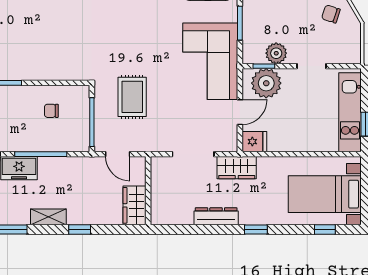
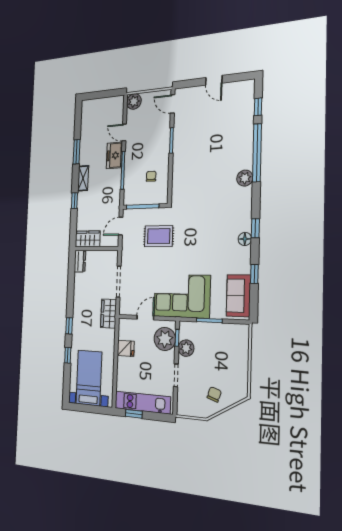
door: (240, 112) -> (145, 318), swing flipped
fridge: (254, 142) -> (126, 348), moved, turned -90
dresser: (216, 216) -> (80, 261), moved, width x0.70
window: (325, 230) -> (68, 355), moved

